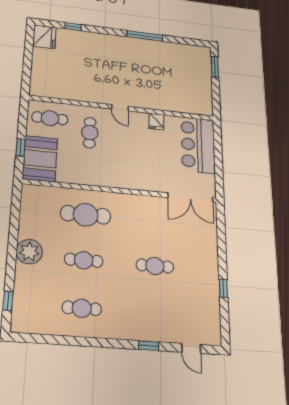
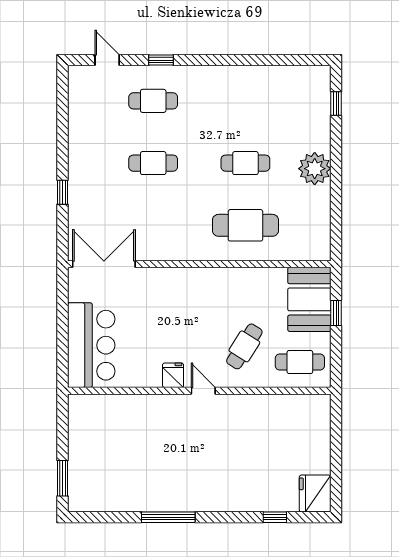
fridge: (156, 122) -> (173, 375), moved
cafe table: (90, 133) -> (244, 346), turned 32
window: (223, 288) -> (63, 192), moved
cafe table: (82, 308) -> (153, 101), moved

